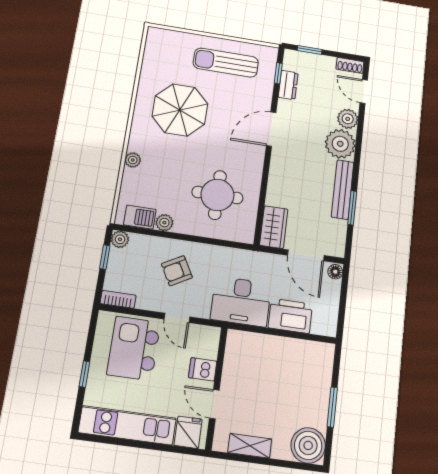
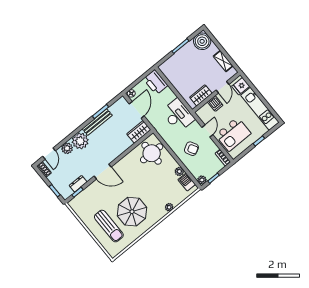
sun lounger: (226, 63) -> (109, 226), moved
round table: (217, 195) -> (152, 153), moved
printer: (290, 316) -> (156, 82), moved
wardrobe: (235, 362) -> (201, 95), added

